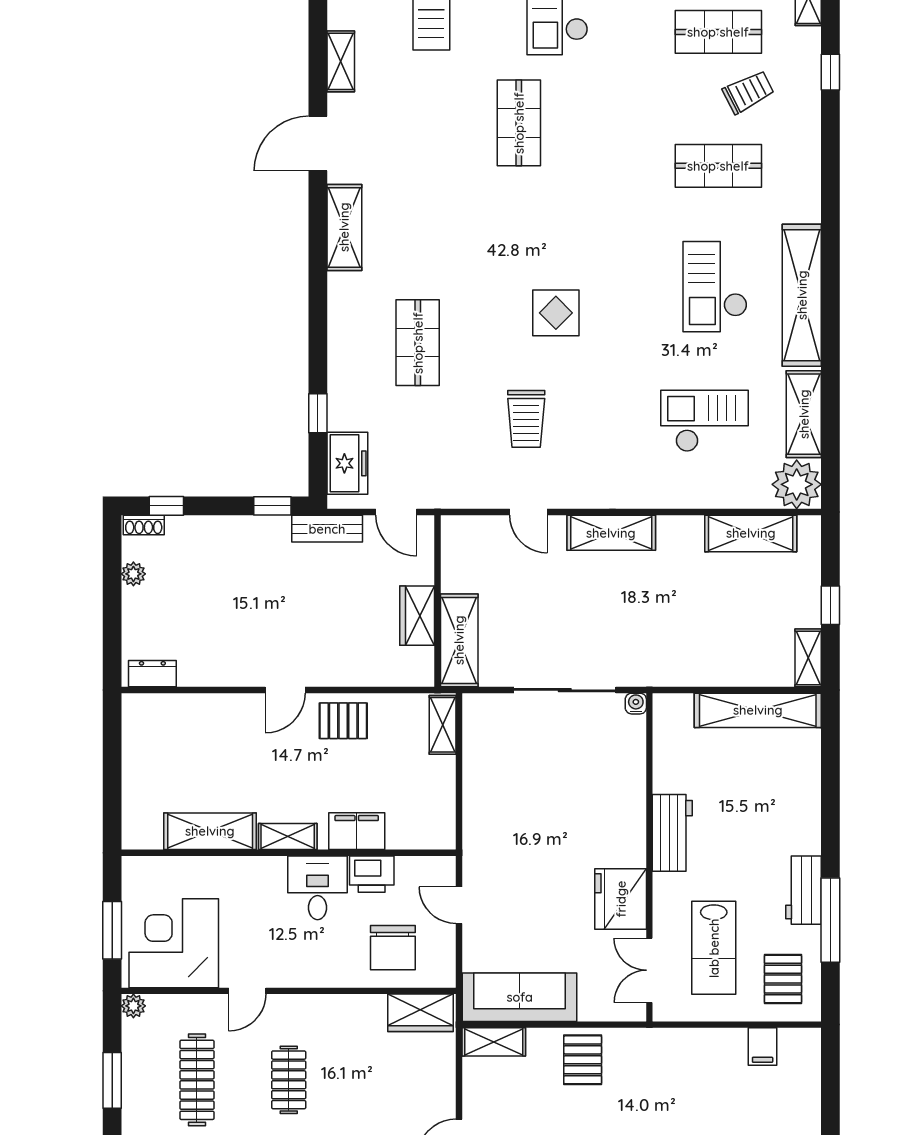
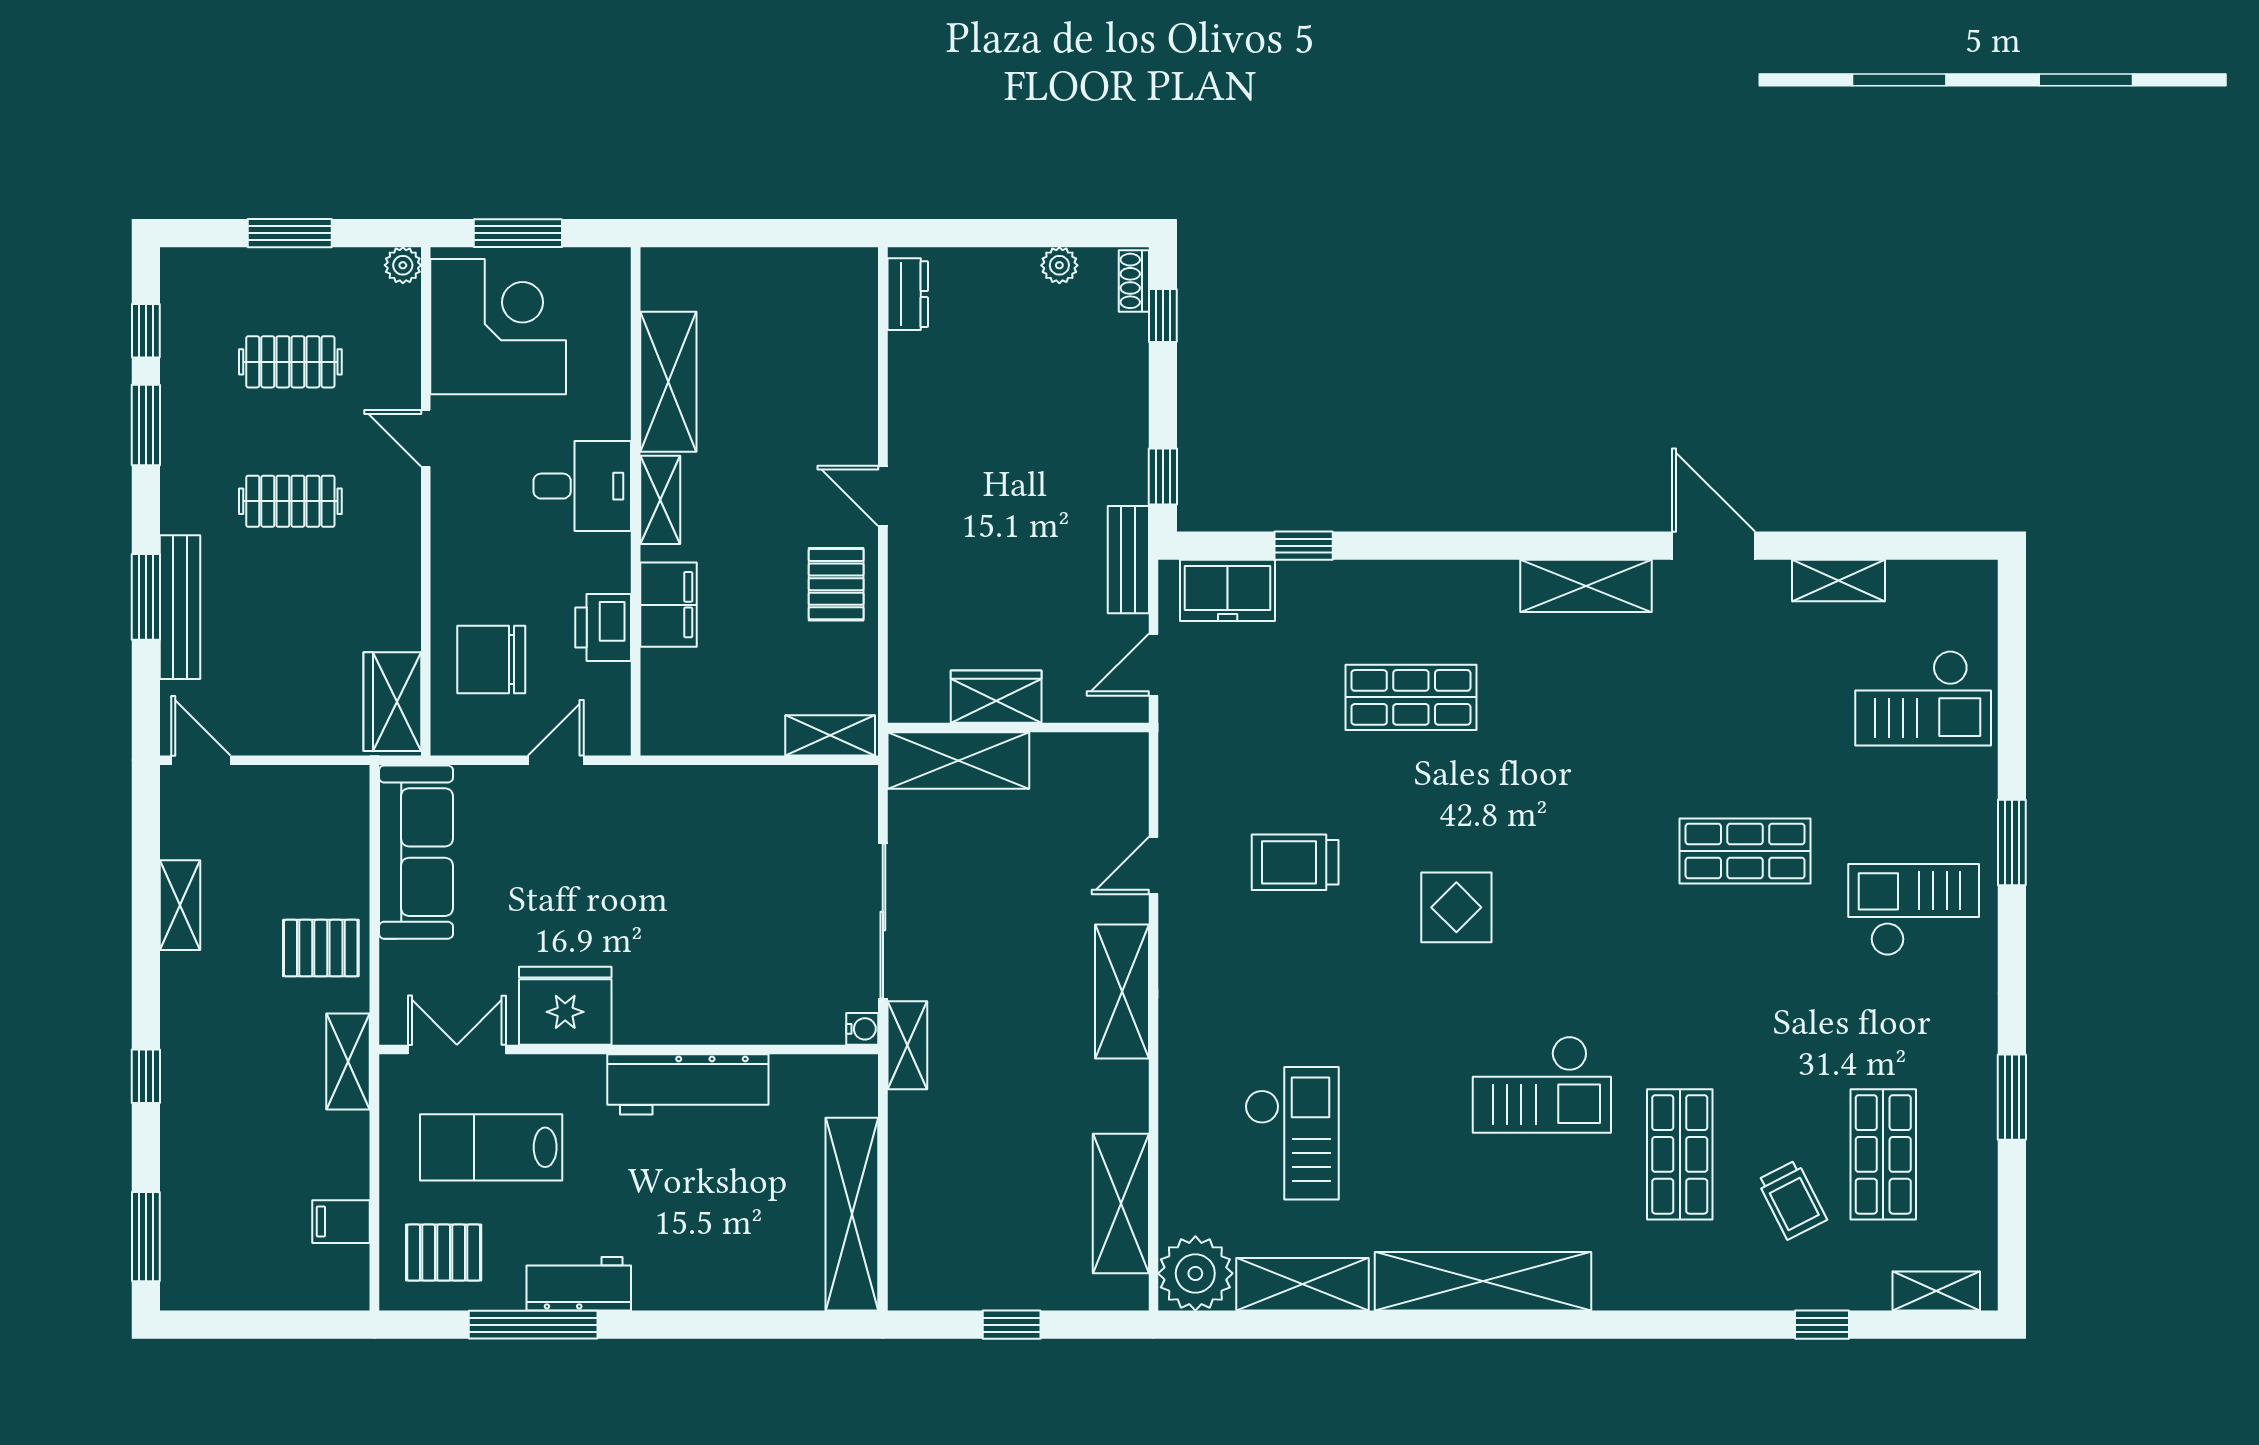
checkout: (715, 287) -> (1542, 1084), moved, turned 180
shelving: (808, 658) -> (907, 1045), moved, turned 90
workbench: (672, 833) -> (688, 1084), width x1.38
desk: (318, 888) -> (582, 486), moved
shelving: (494, 1042) -> (348, 1062), moved
clothes rail: (197, 1080) -> (290, 362), width x0.73

